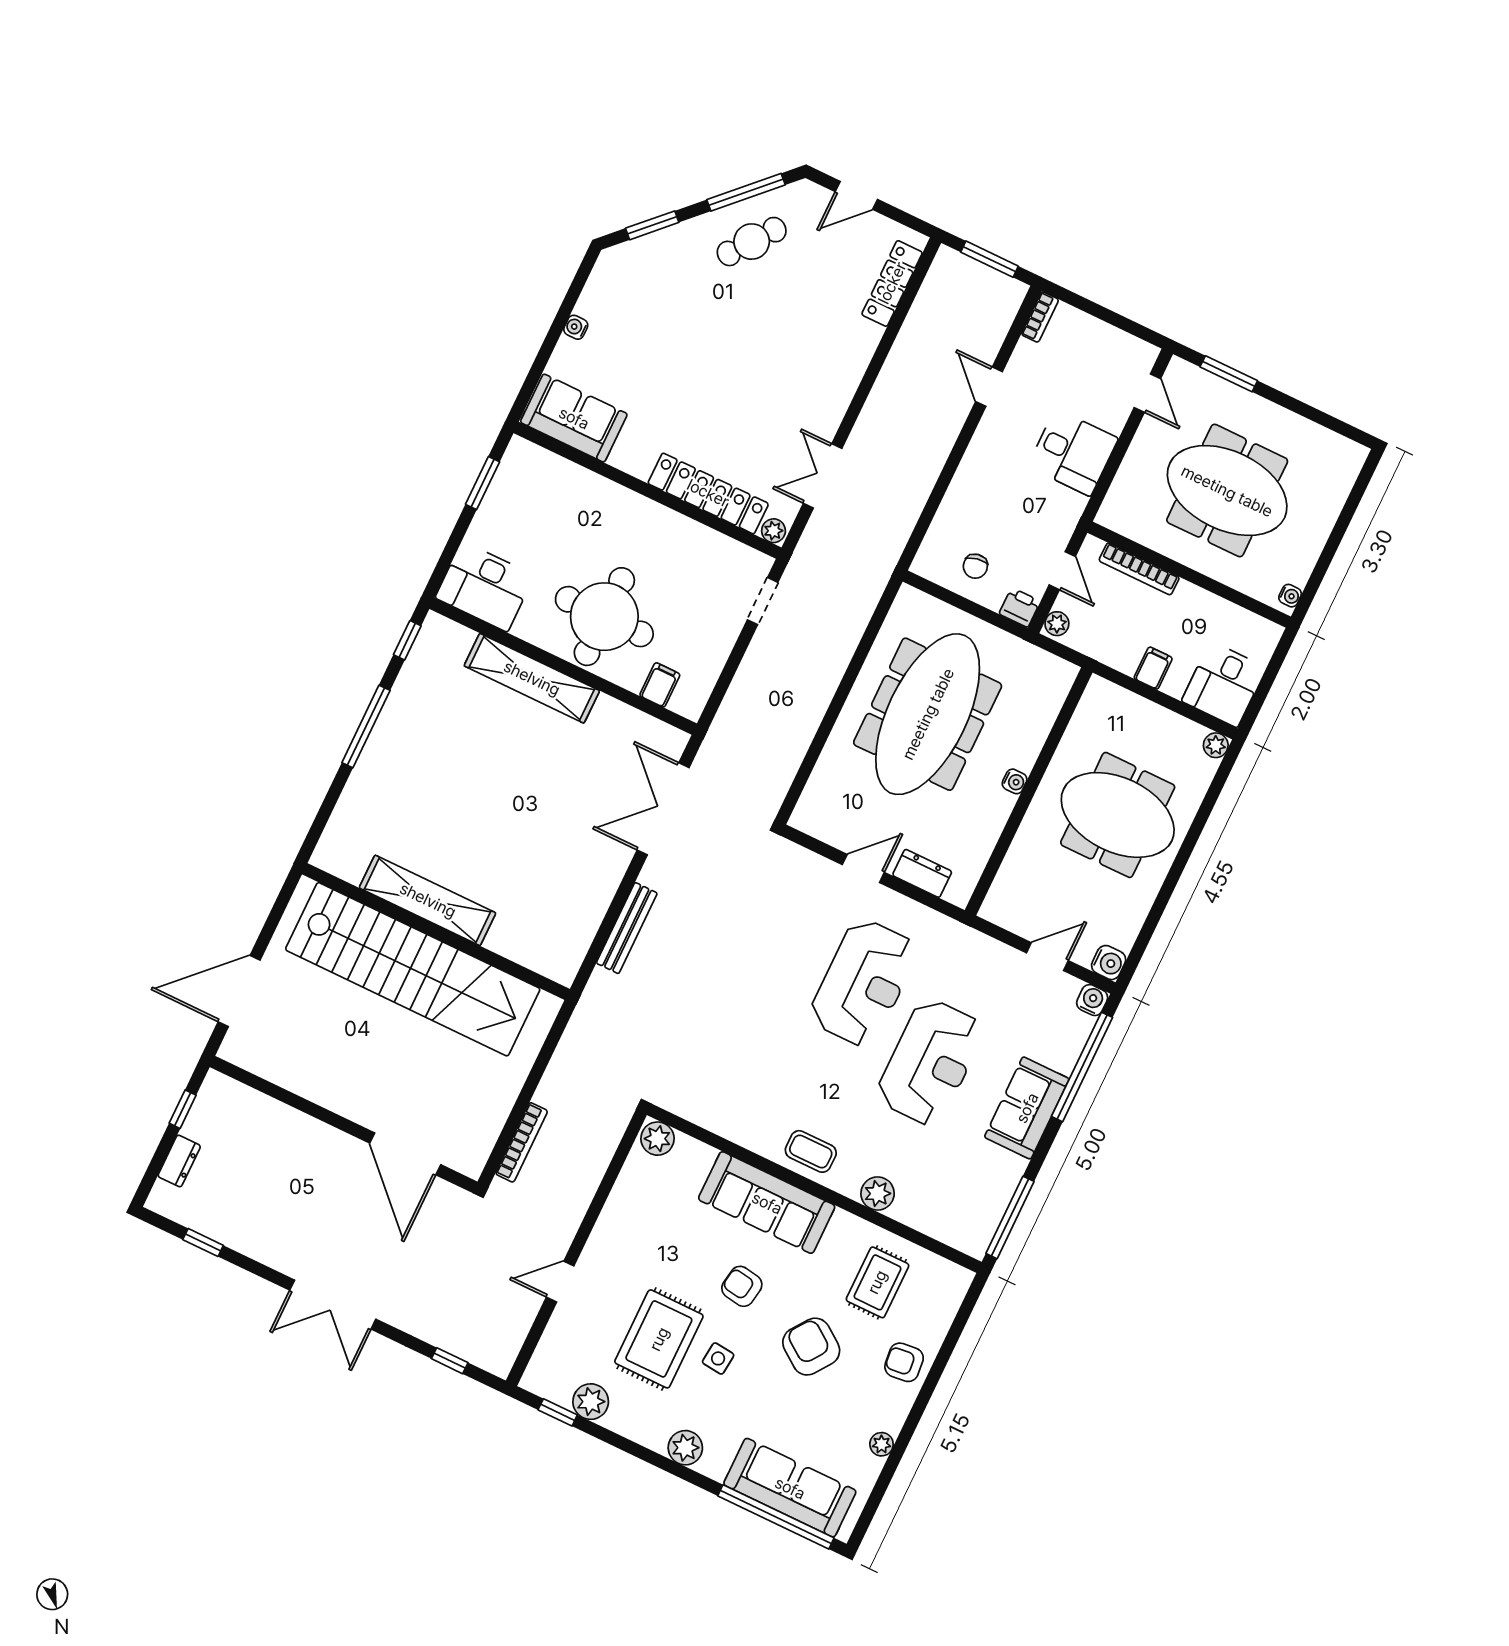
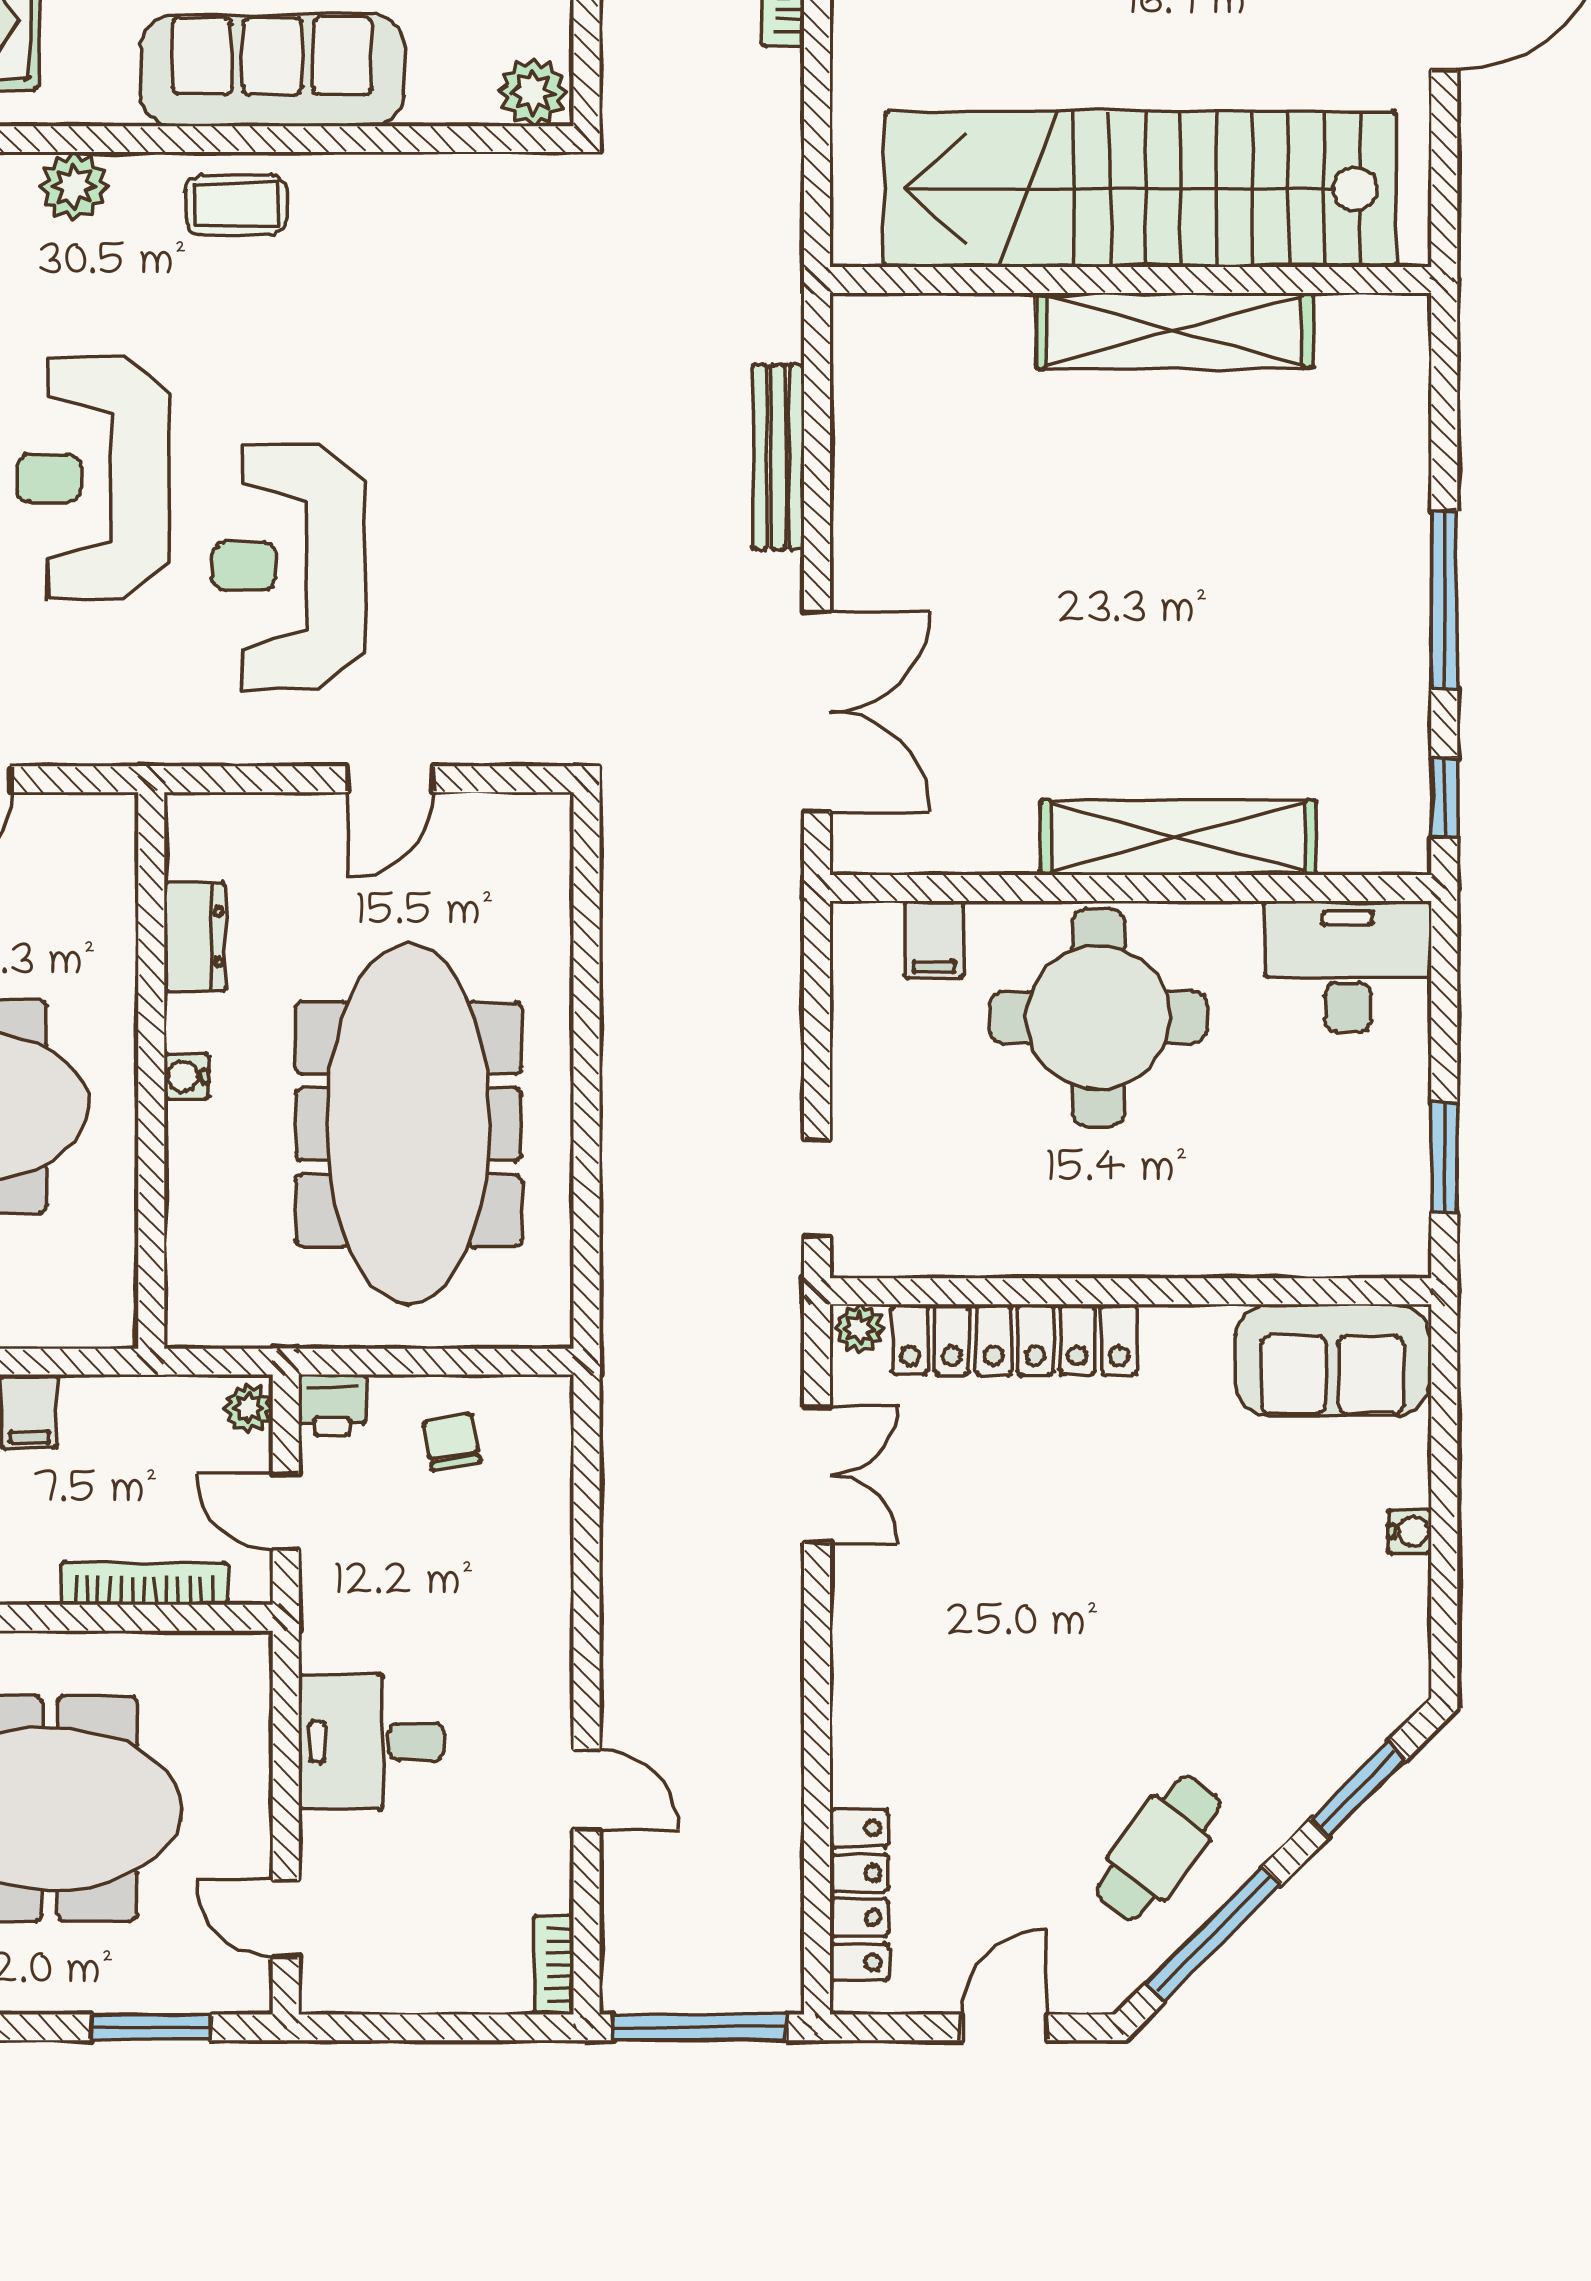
window: (989, 259) -> (700, 2027), width x1.44
dresser: (922, 873) -> (195, 937), moved, turned -90

